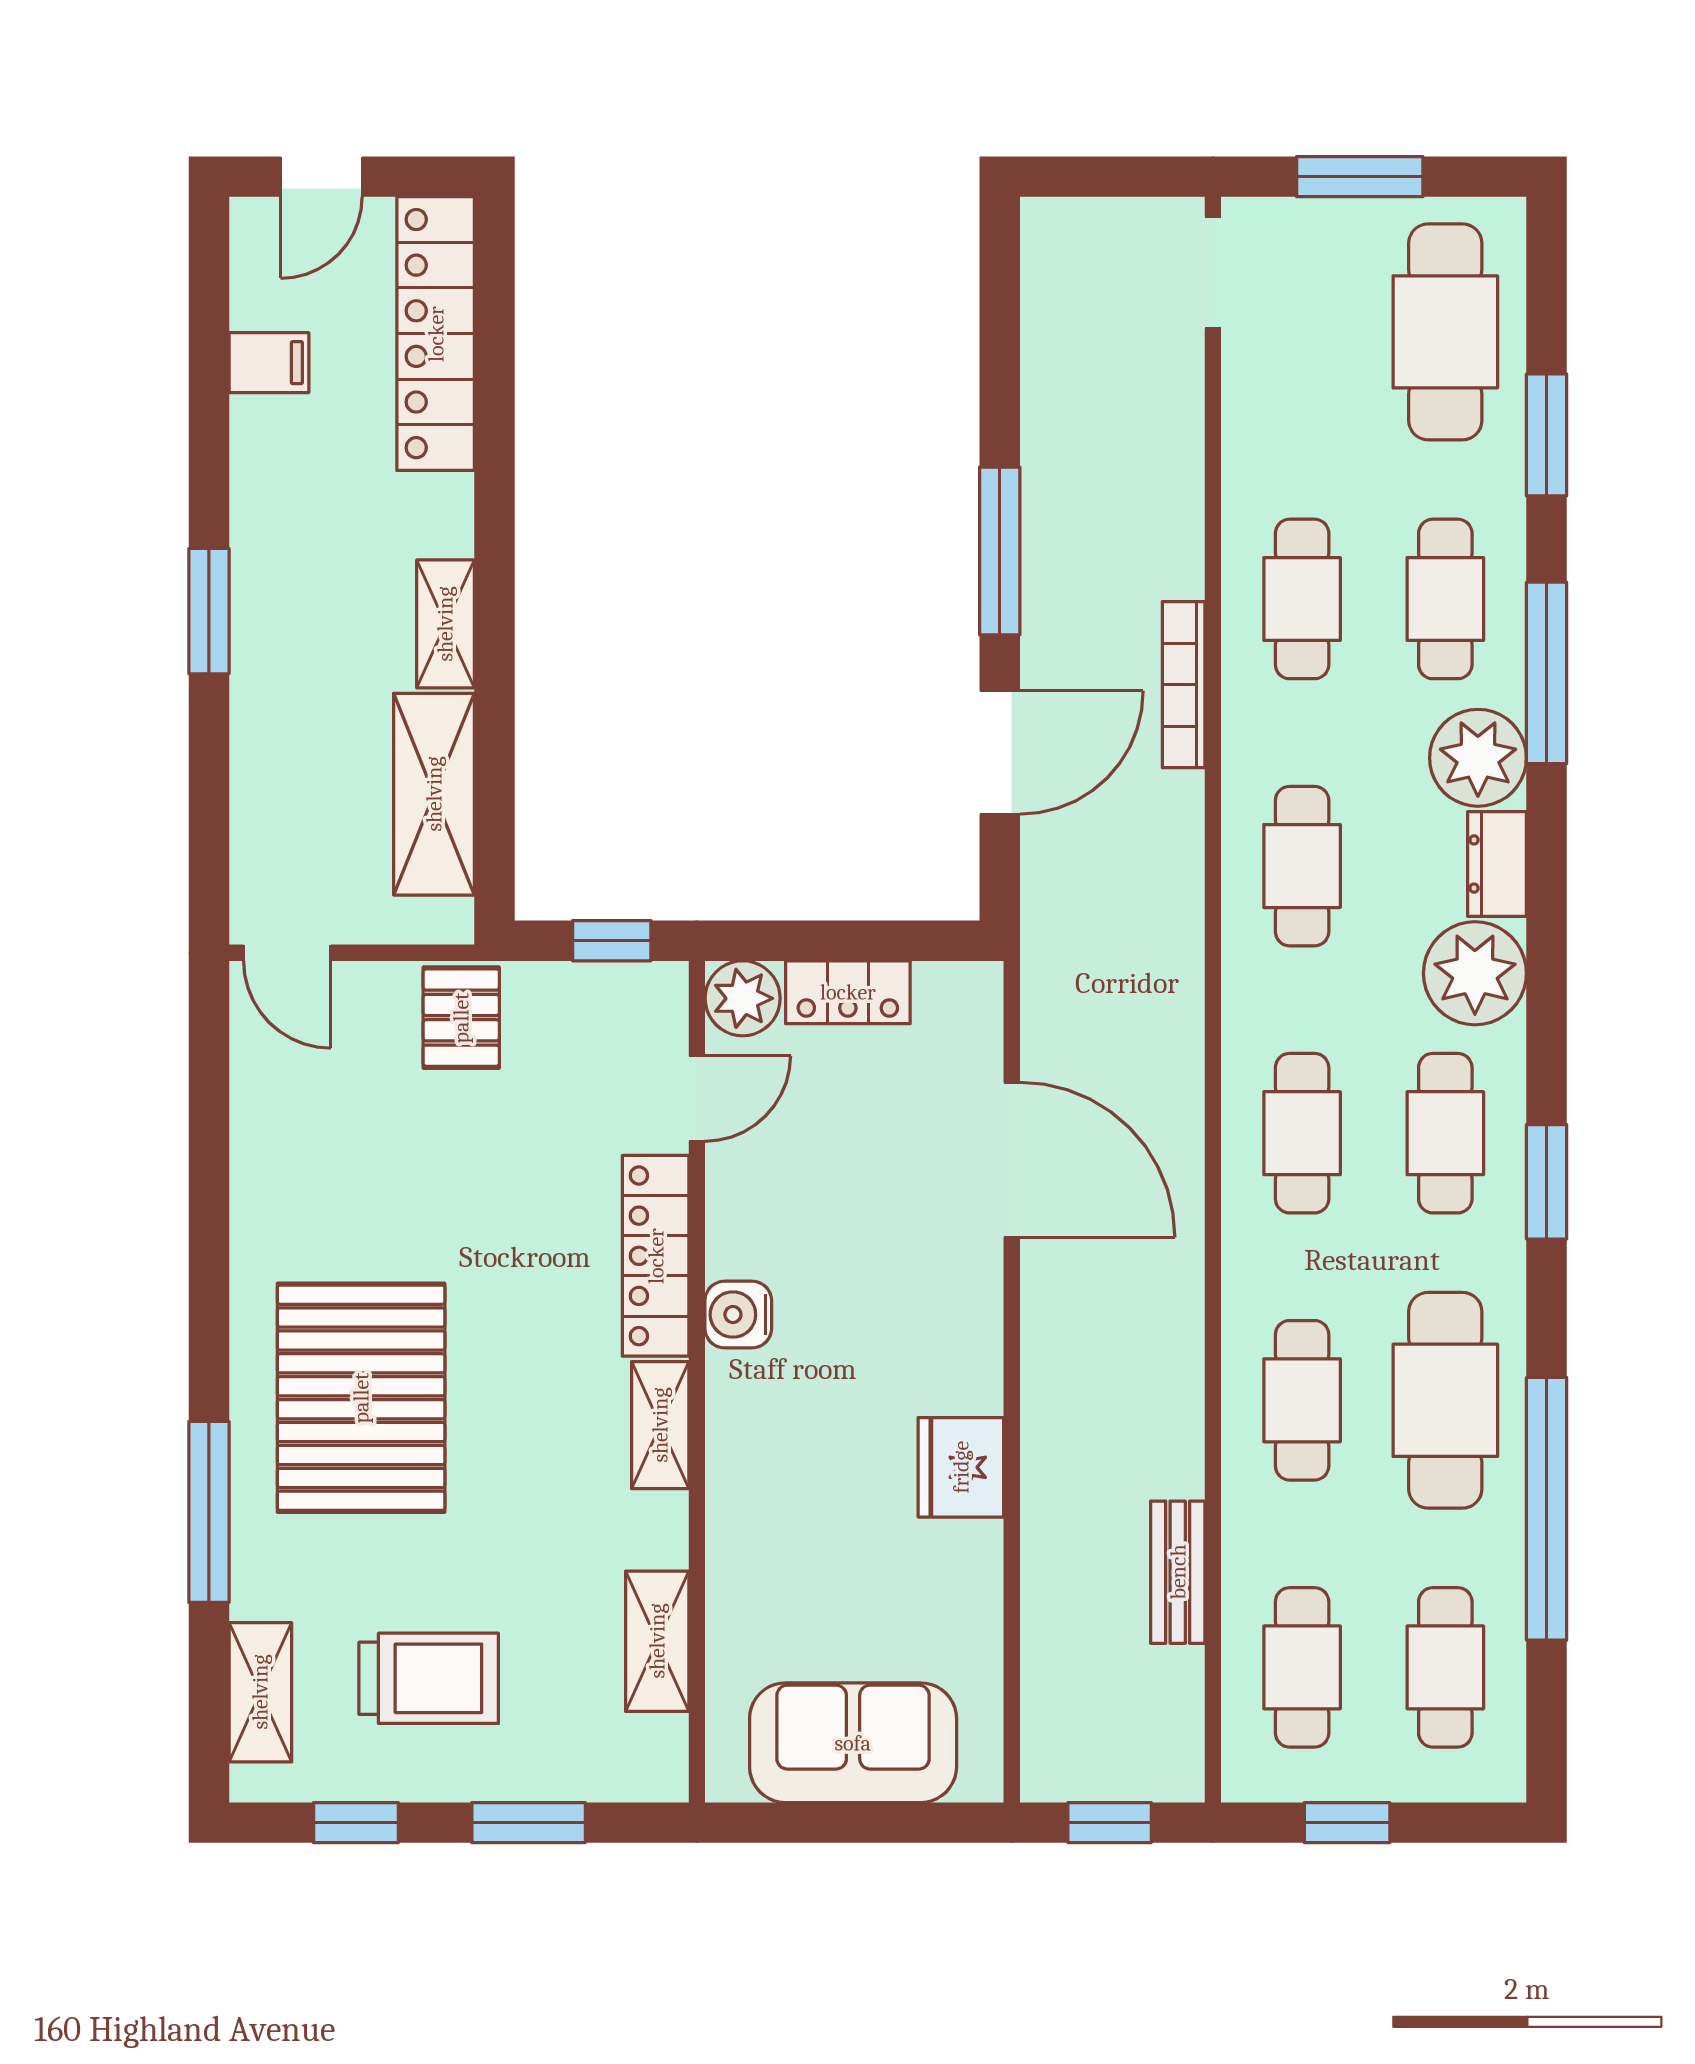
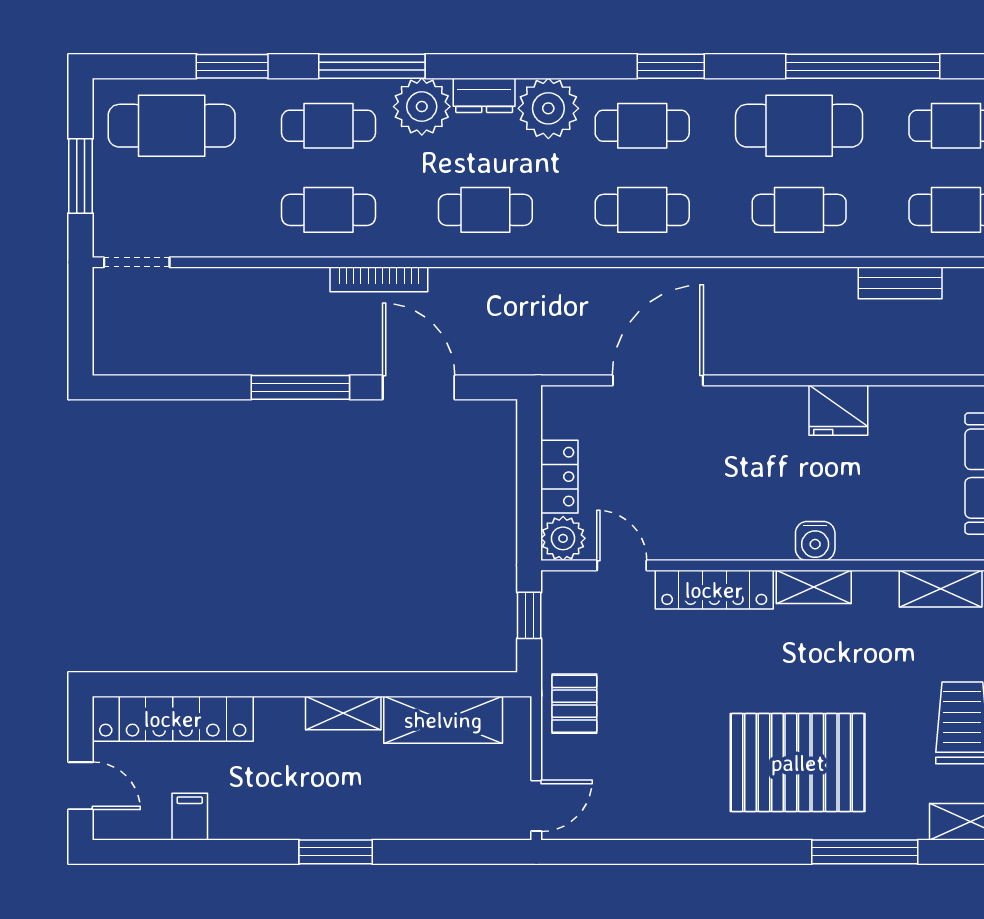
pallet: (461, 1018) -> (574, 704), turned 90
water cooler: (738, 1315) -> (815, 541), moved

